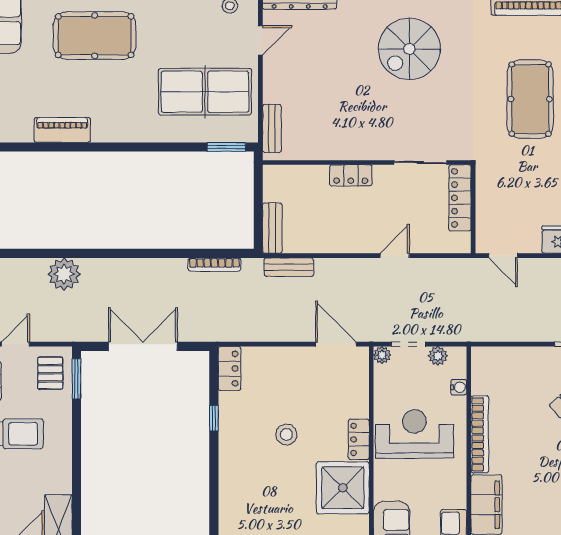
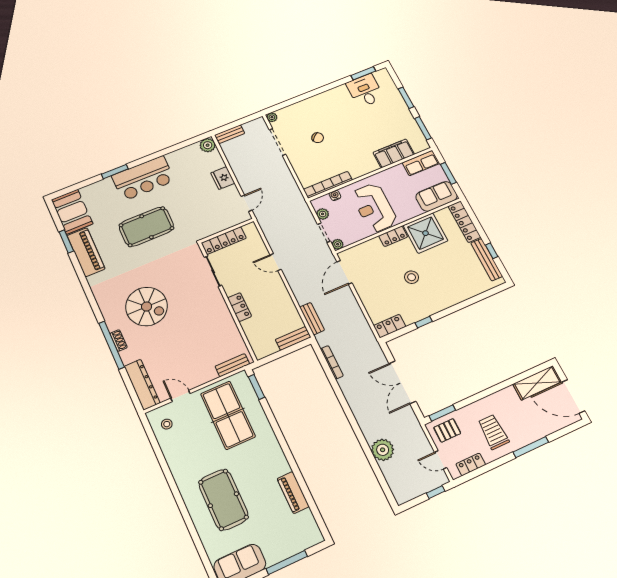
bookcase: (480, 434) -> (328, 185), moved

